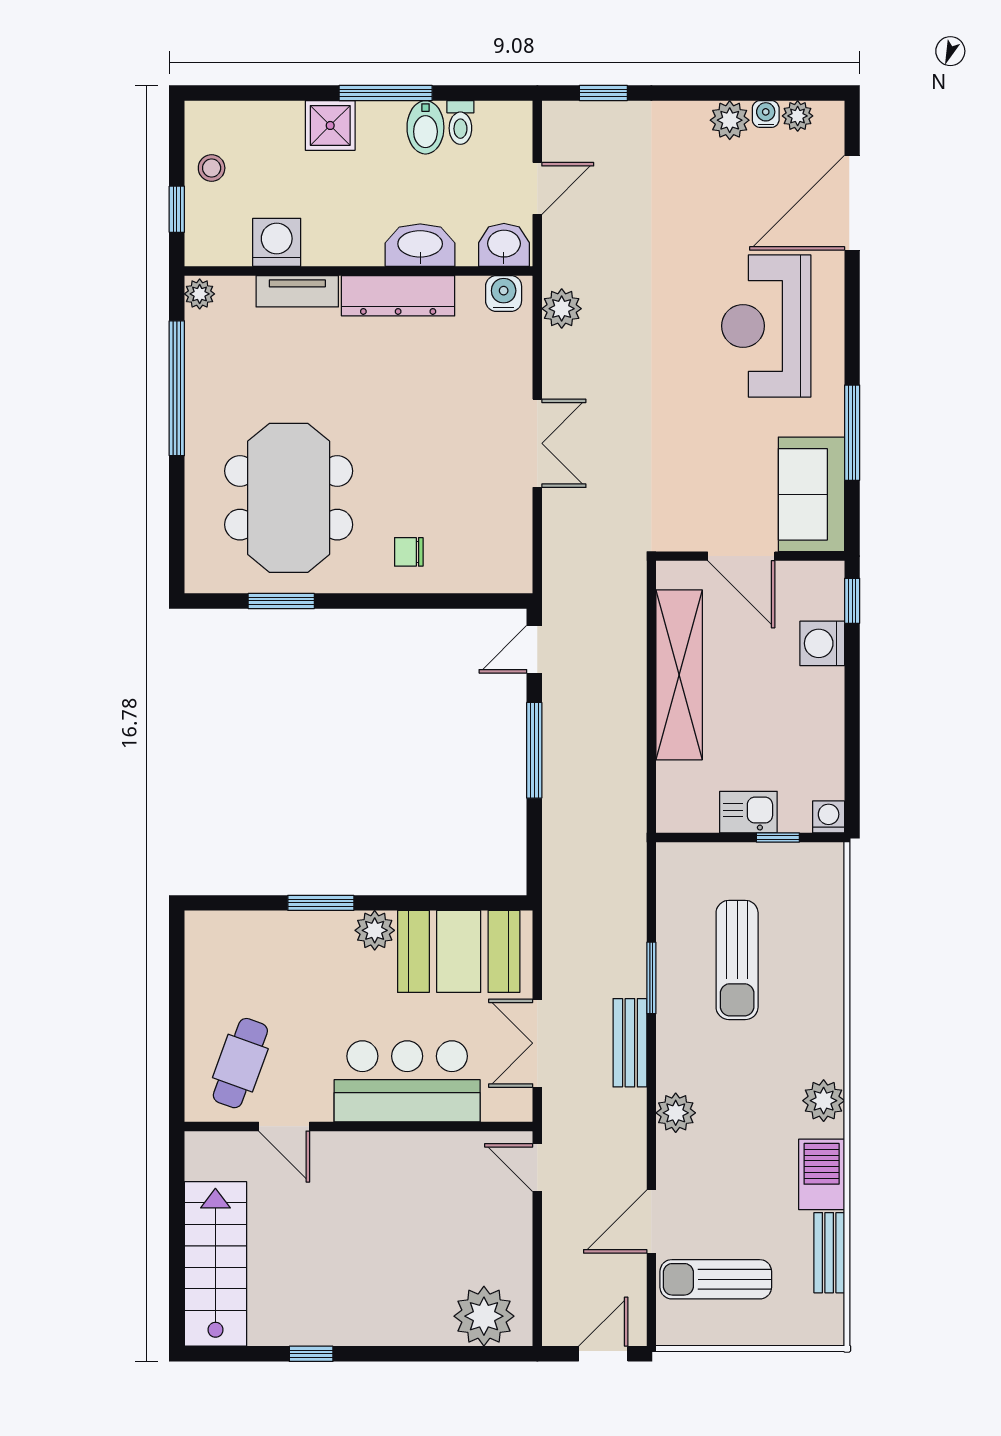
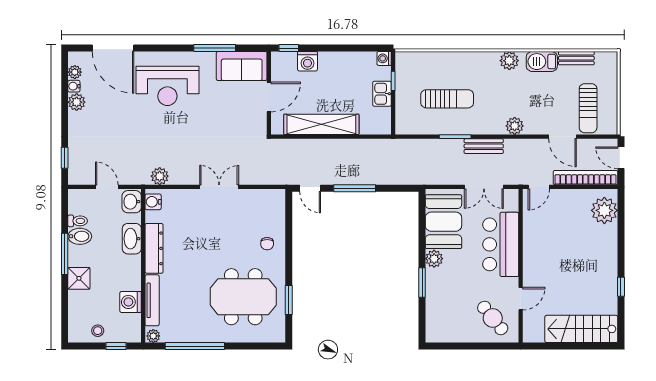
tv unit: (297, 291) -> (152, 300), width x1.41
cafe table: (240, 1063) -> (493, 318), turned 31
bookcase: (558, 1273) -> (586, 178), added

